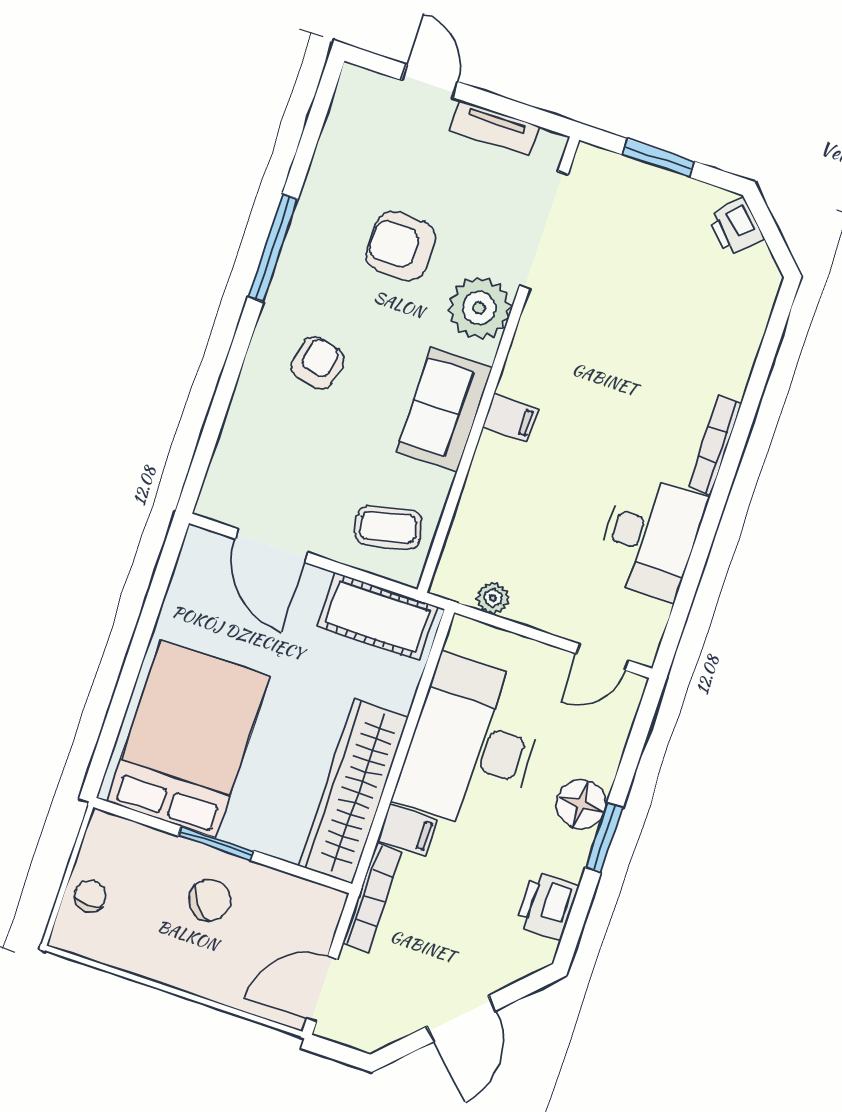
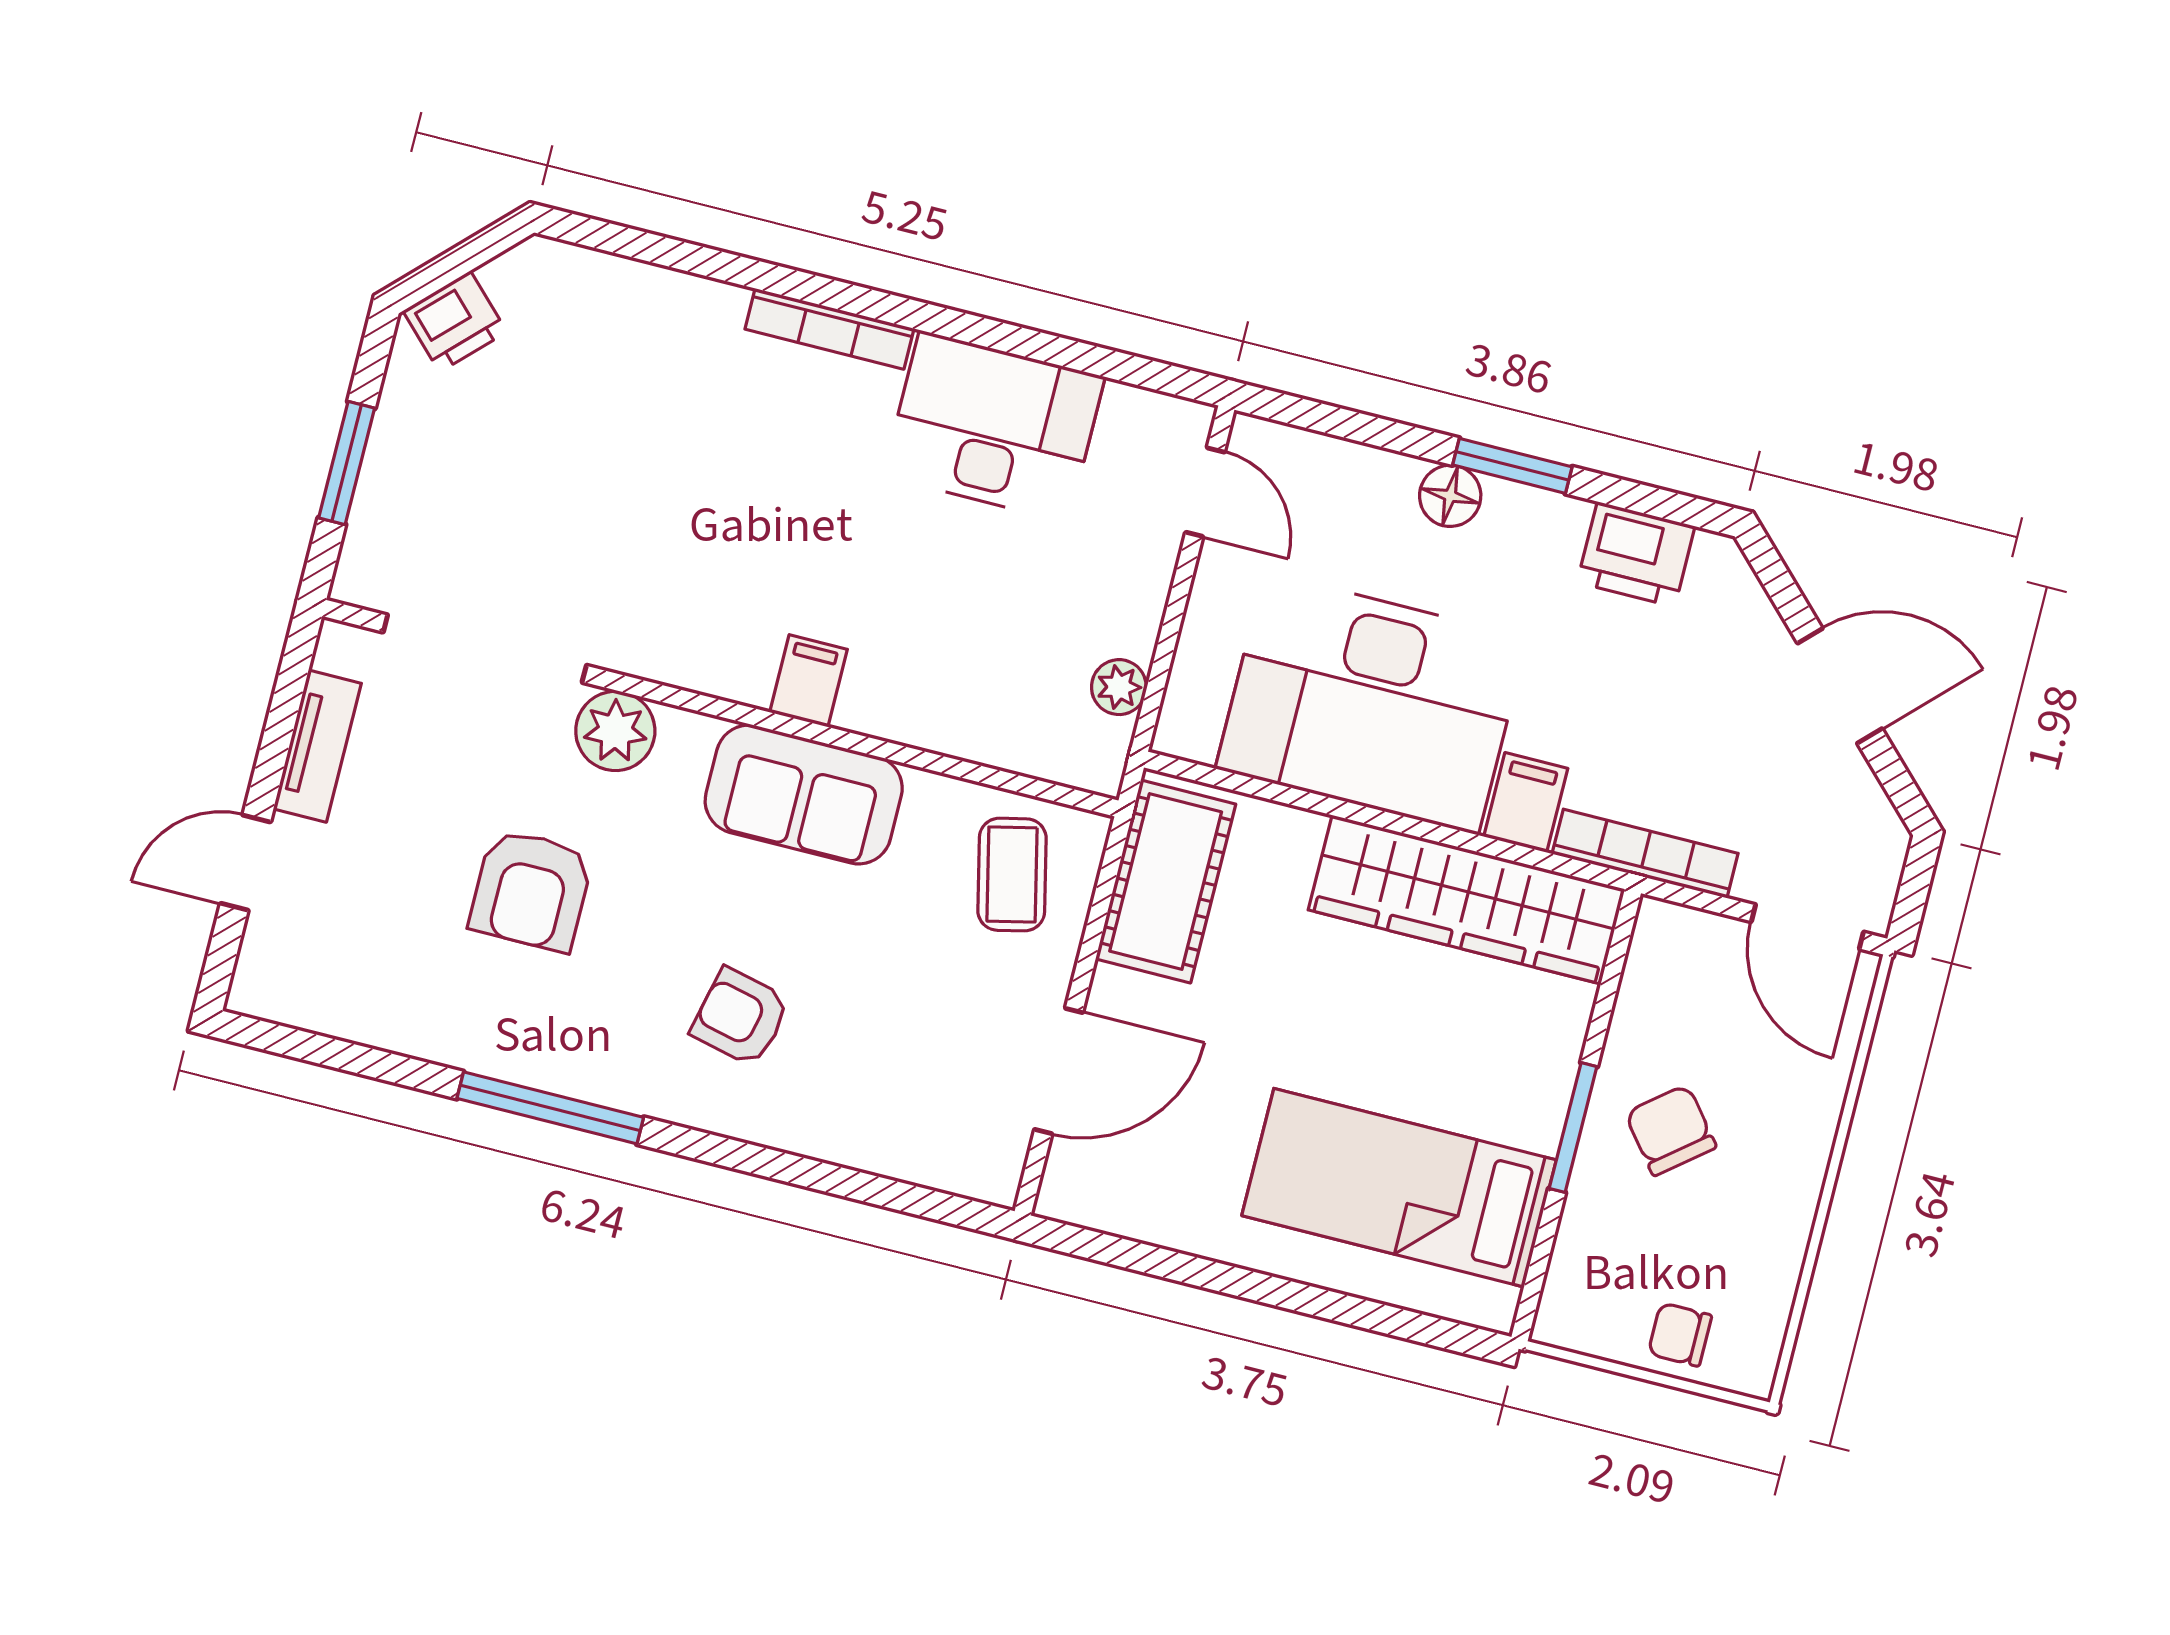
plant: (479, 308) -> (615, 731), width x0.73, depth x0.73
bed: (188, 739) -> (1399, 1188), width x0.67
floor lamp: (581, 804) -> (1450, 496), width x0.73, depth x0.73

